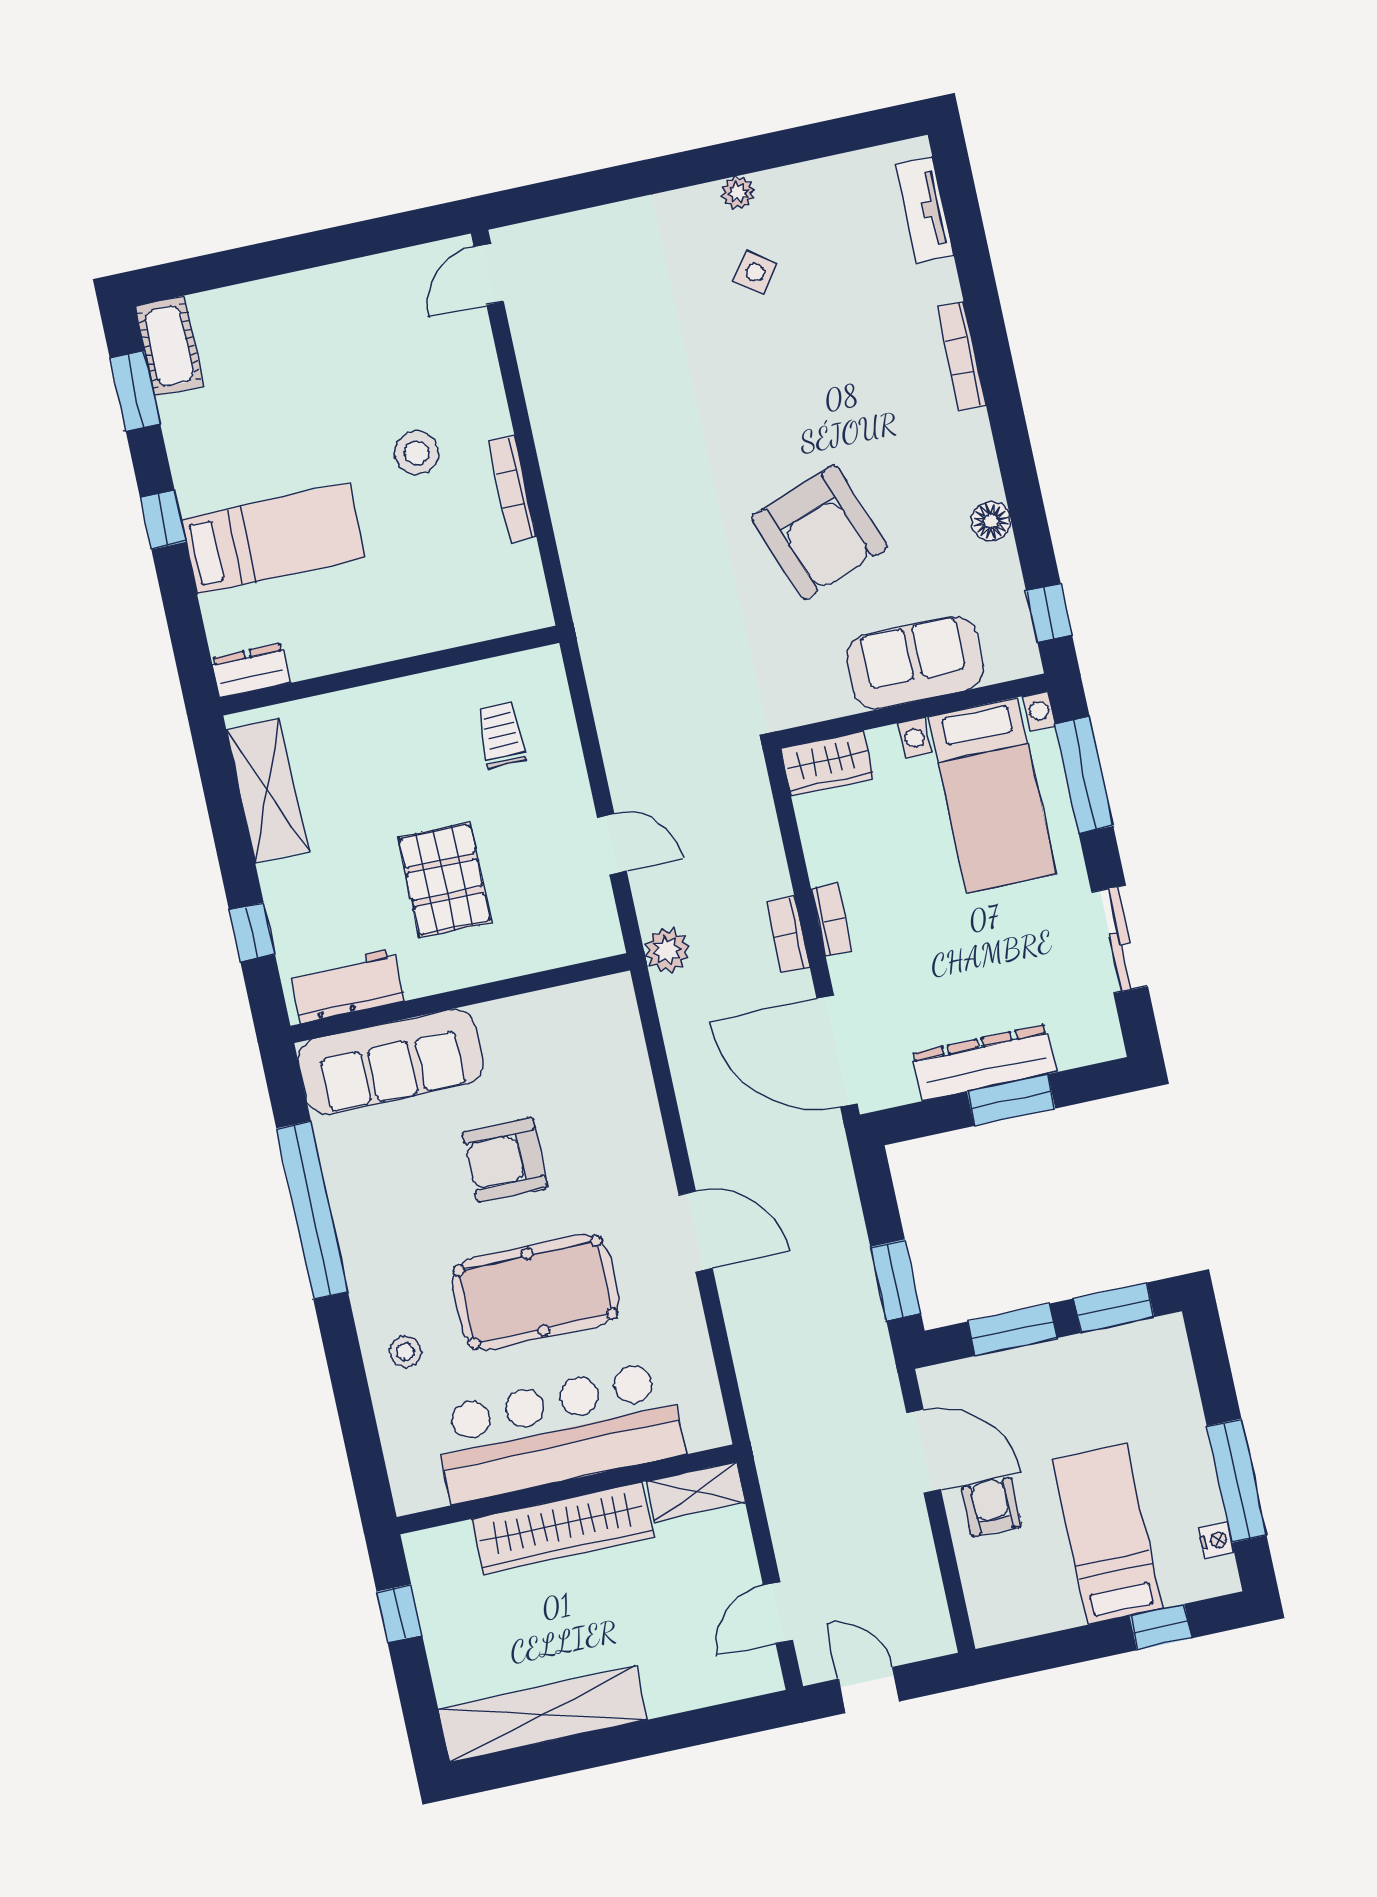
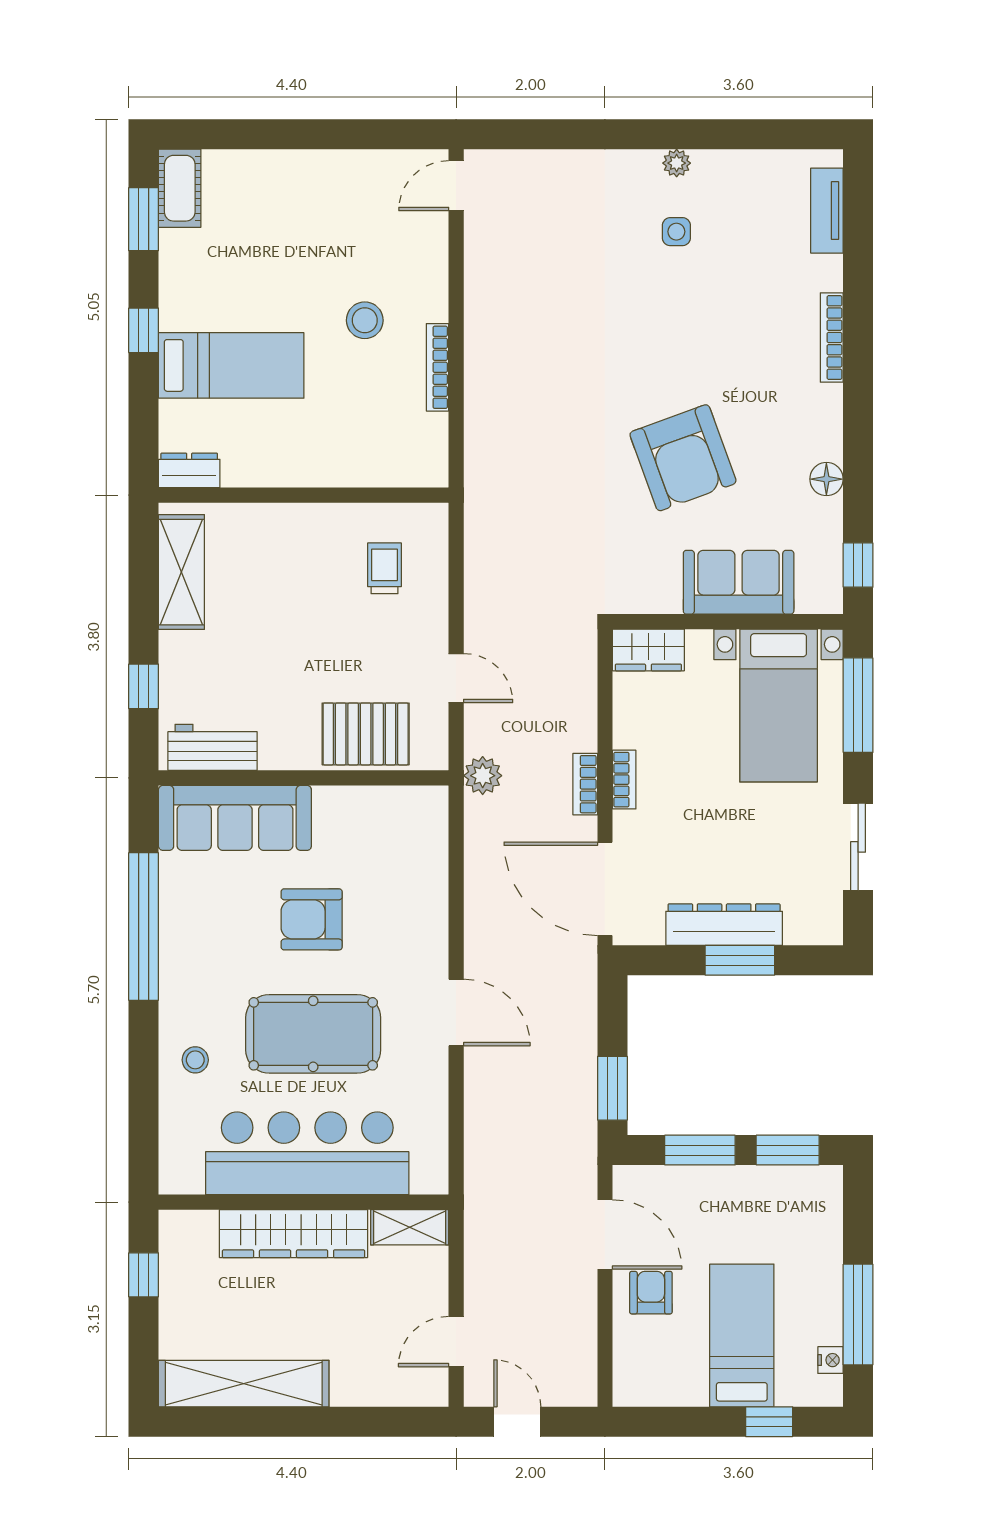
side table: (755, 272) -> (676, 232), turned -36
pallet: (445, 880) -> (366, 734), moved, turned 90

